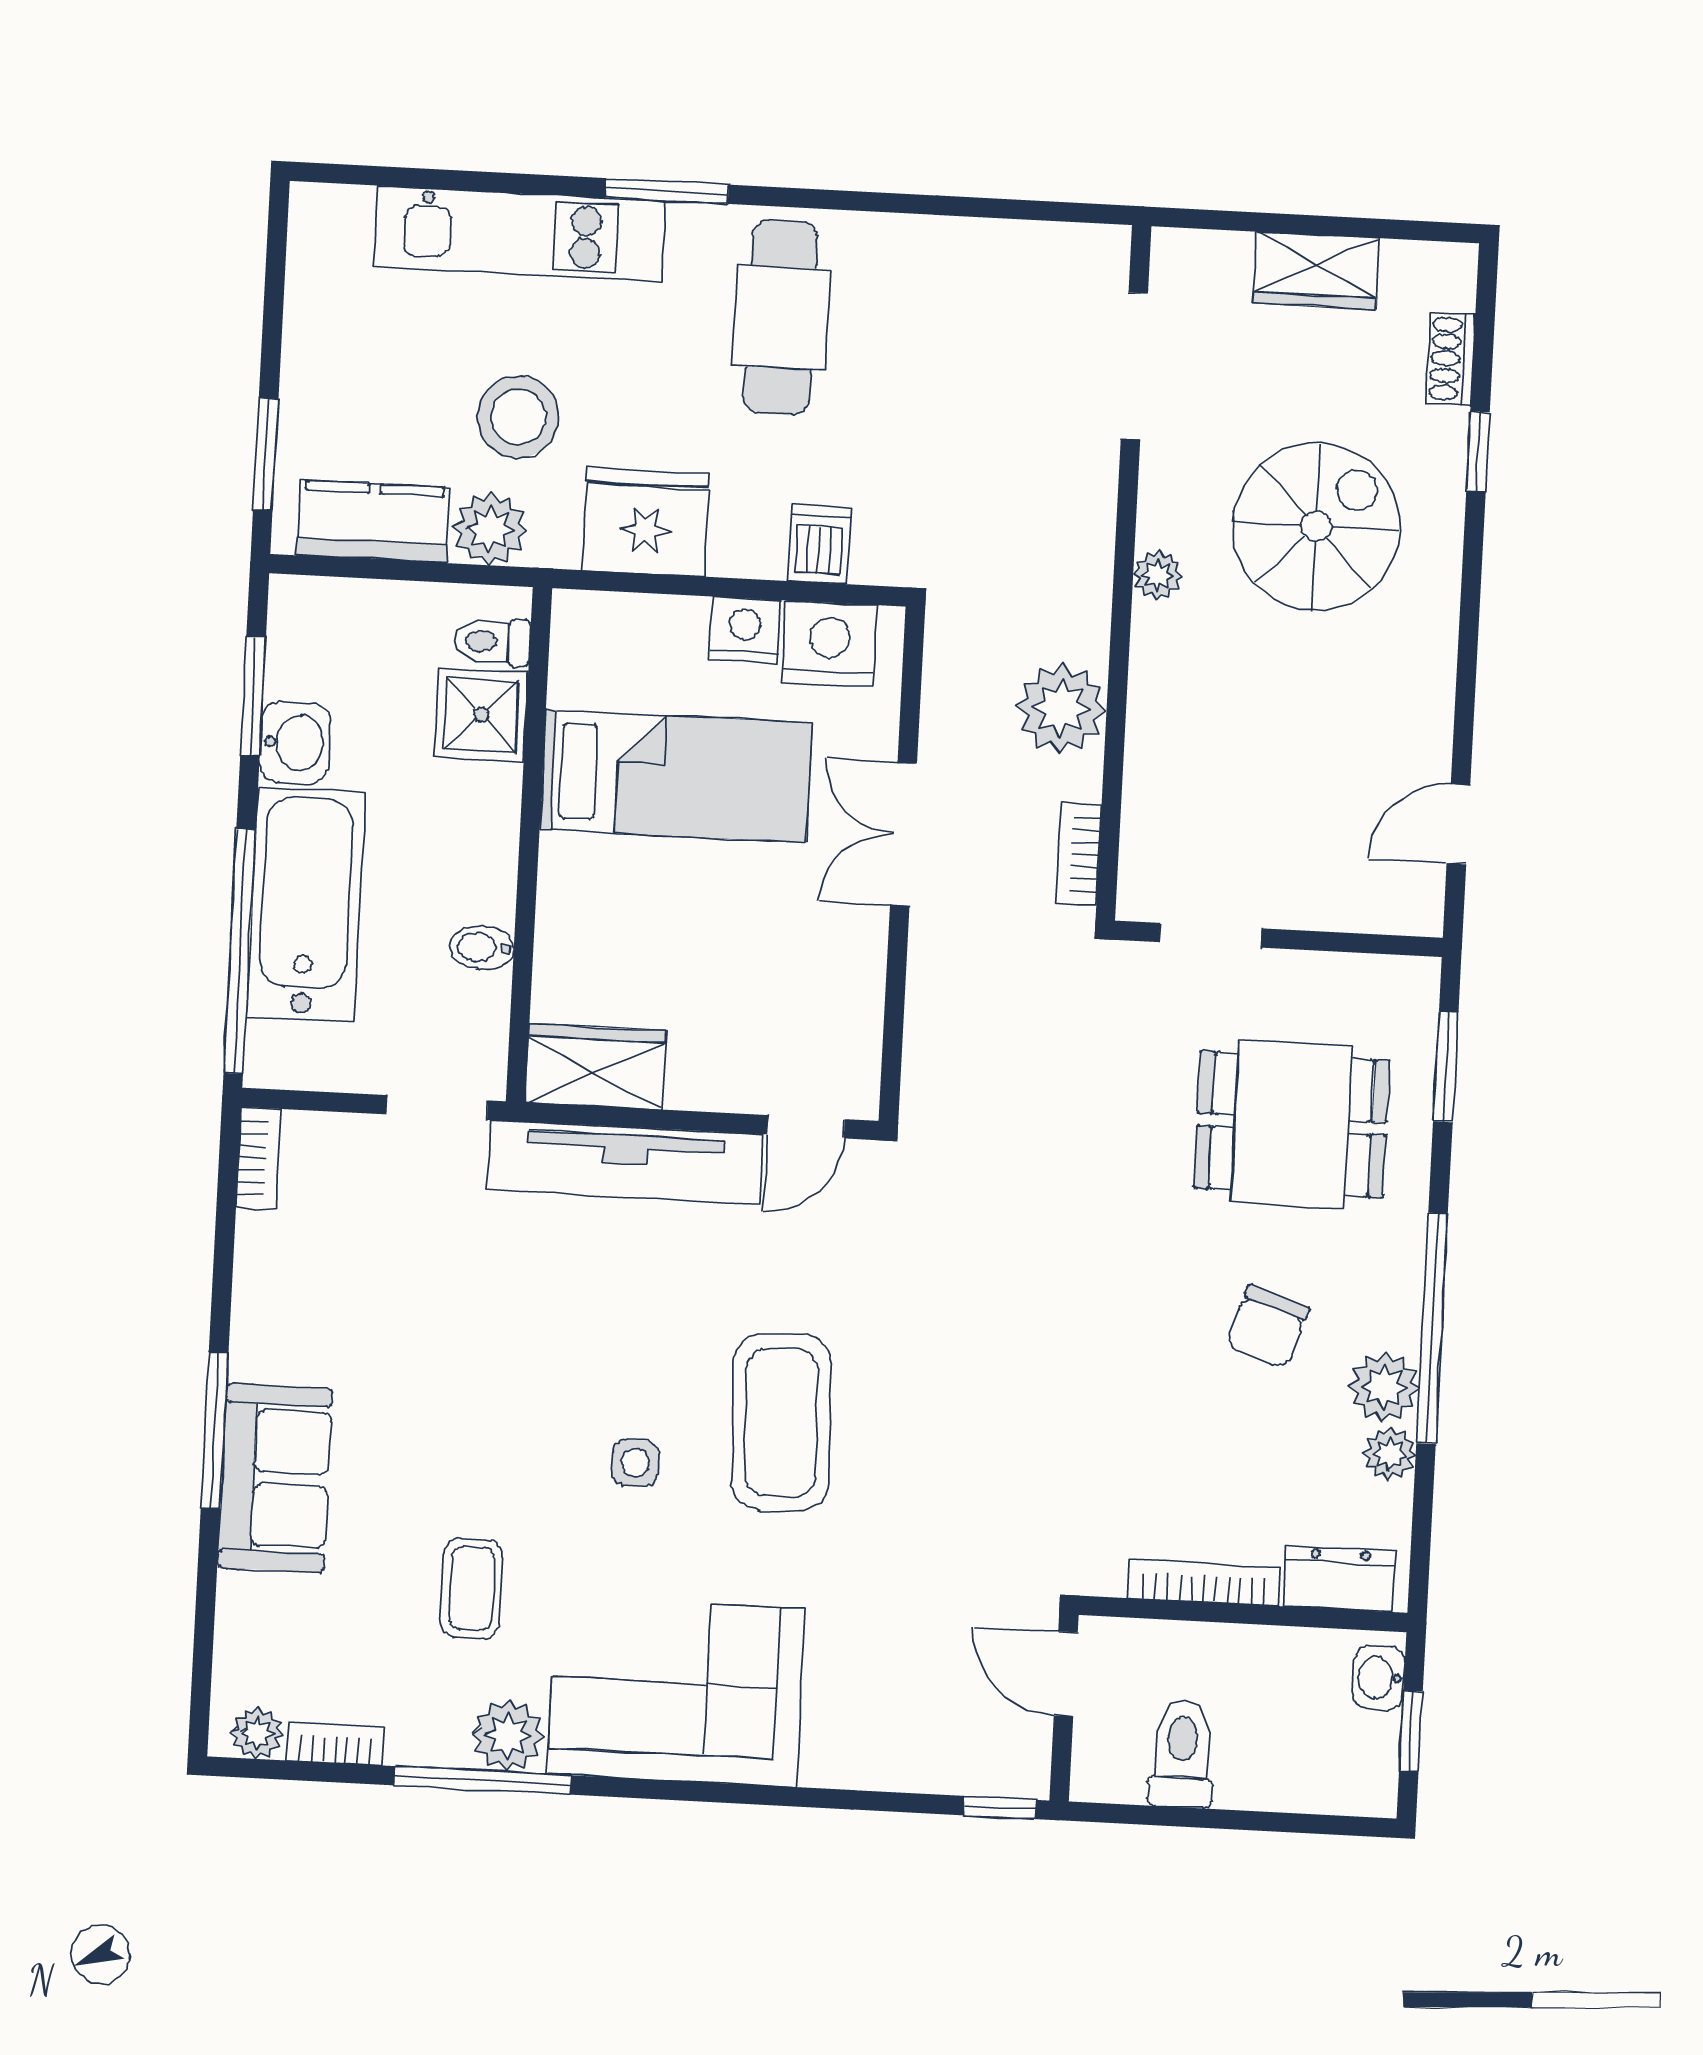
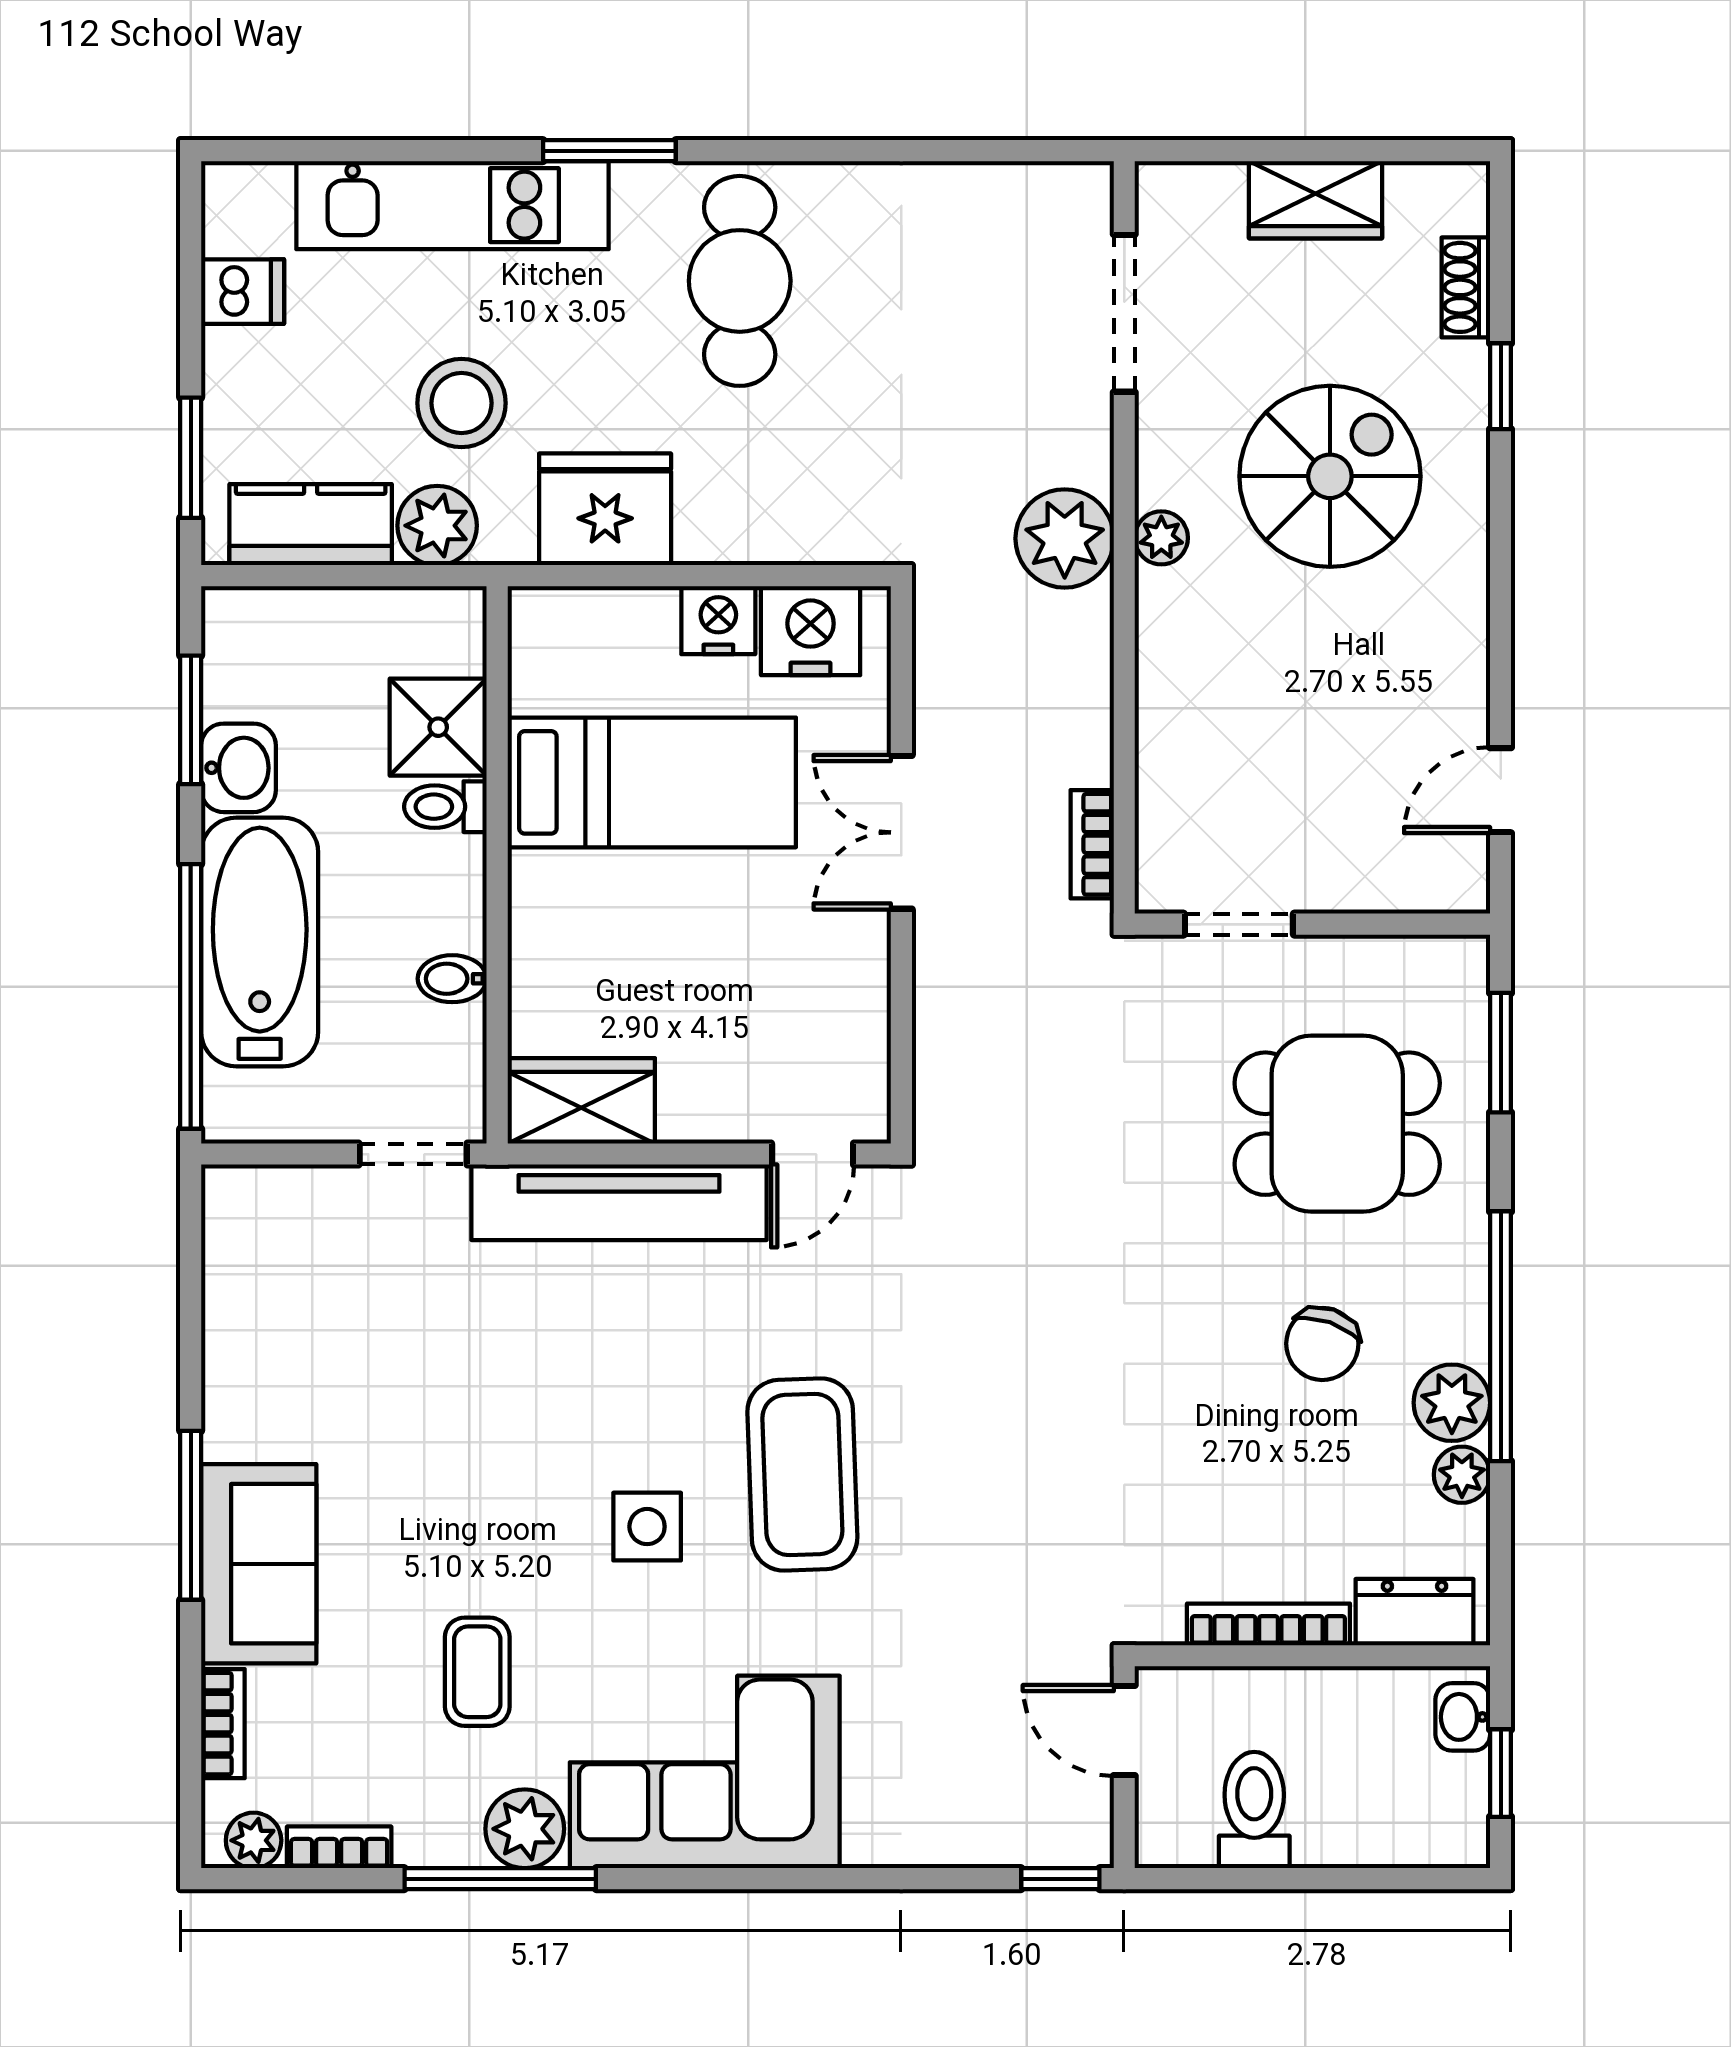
dishwasher: (819, 544) -> (243, 292), moved, turned 90
toilet: (492, 642) -> (445, 807), moved
plant: (1061, 708) -> (1065, 538), moved
bookcase: (259, 1158) -> (223, 1724), moved
side table: (635, 1463) -> (647, 1527), width x1.37, depth x1.37

